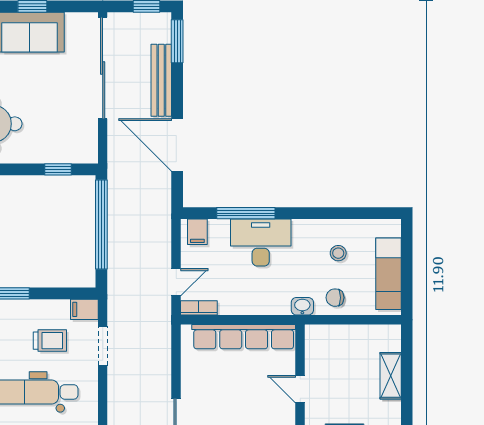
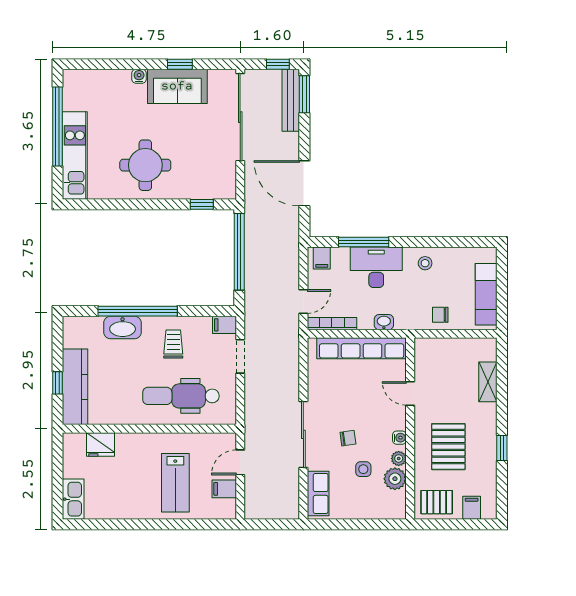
bench: (161, 80) -> (291, 100), moved
stool: (338, 253) -> (425, 263), moved
washbasin: (302, 306) -> (384, 322), moved
bookcase: (199, 308) -> (332, 324), width x1.56
trolley: (50, 341) -> (173, 344), moved, turned -90

